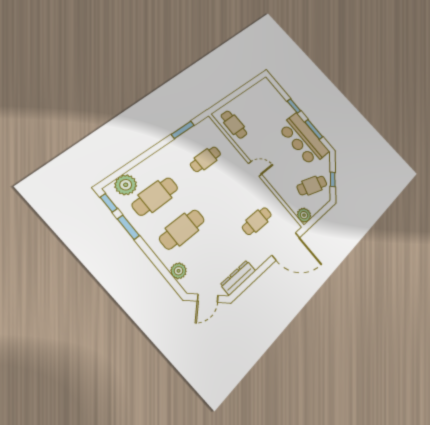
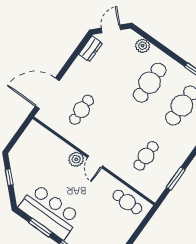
door: (255, 169) -> (95, 162), hinge flipped
cafe table: (312, 185) -> (31, 163), removed
plant: (304, 215) -> (76, 159), moved
dresser: (238, 278) -> (91, 49), width x0.70

